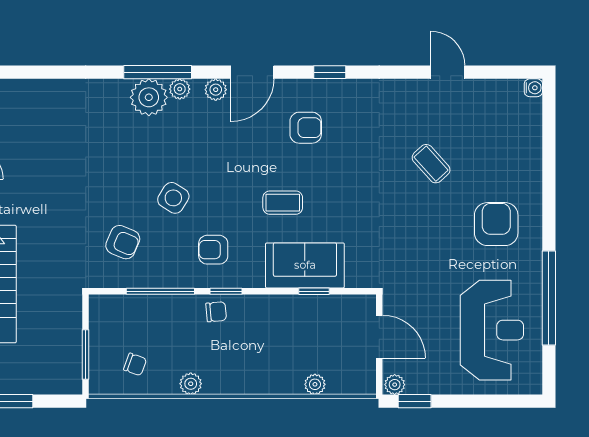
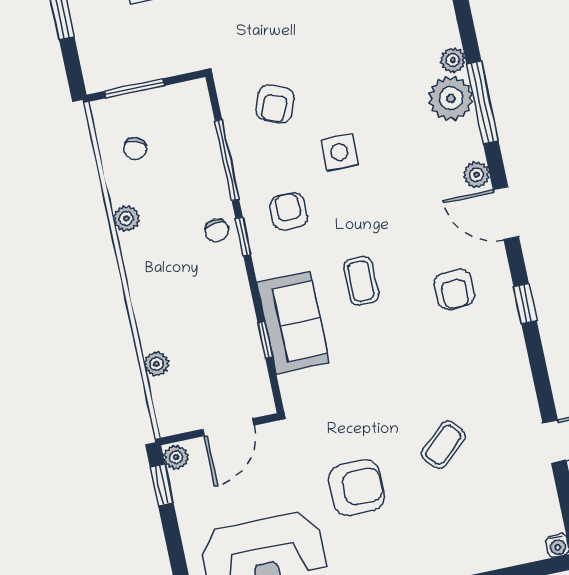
plant: (180, 89) -> (453, 60), moved
side table: (173, 198) -> (339, 152), turned -32
armchair: (496, 224) -> (356, 488), moved

